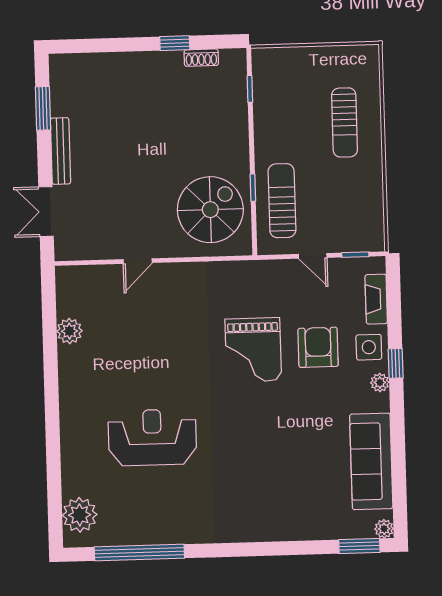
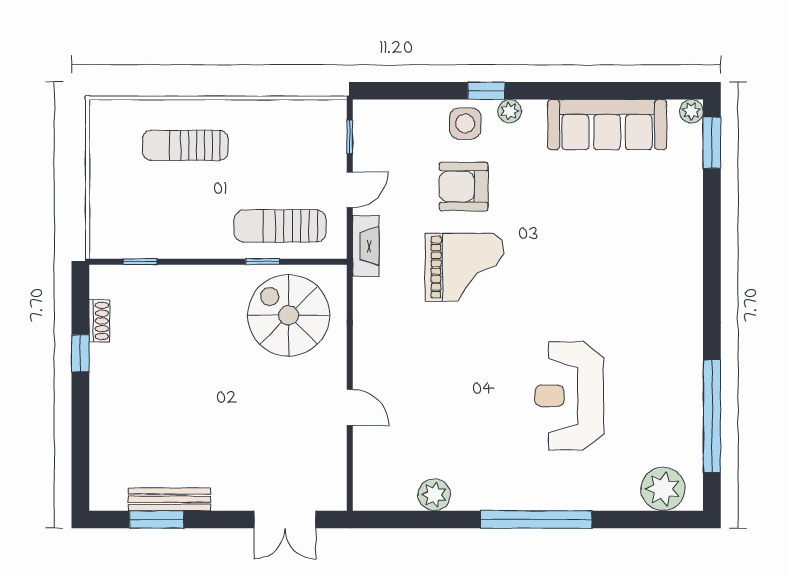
sun lounger: (345, 122) -> (185, 145), turned 180
bench: (61, 151) -> (169, 499), moved
fireplace: (376, 299) -> (366, 246), moved, turned -90
window: (52, 414) -> (536, 519), added

